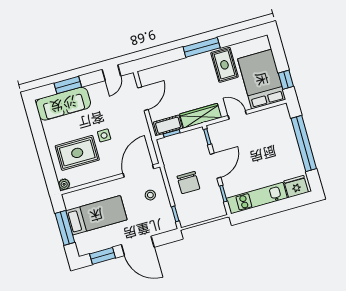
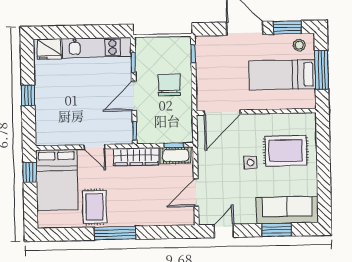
window: (304, 143) -> (28, 95), width x0.32
plant: (64, 184) -> (310, 119), removed
stool: (150, 195) -> (299, 45), moved

